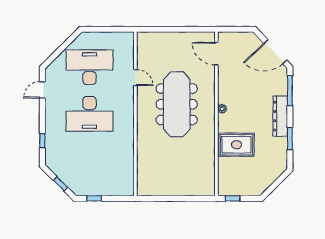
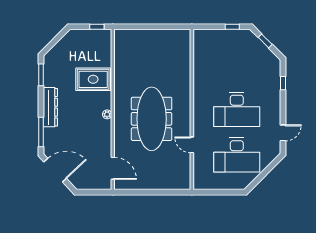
desk: (89, 114) -> (237, 109), turned 180
window: (290, 138) -> (41, 75), moved

